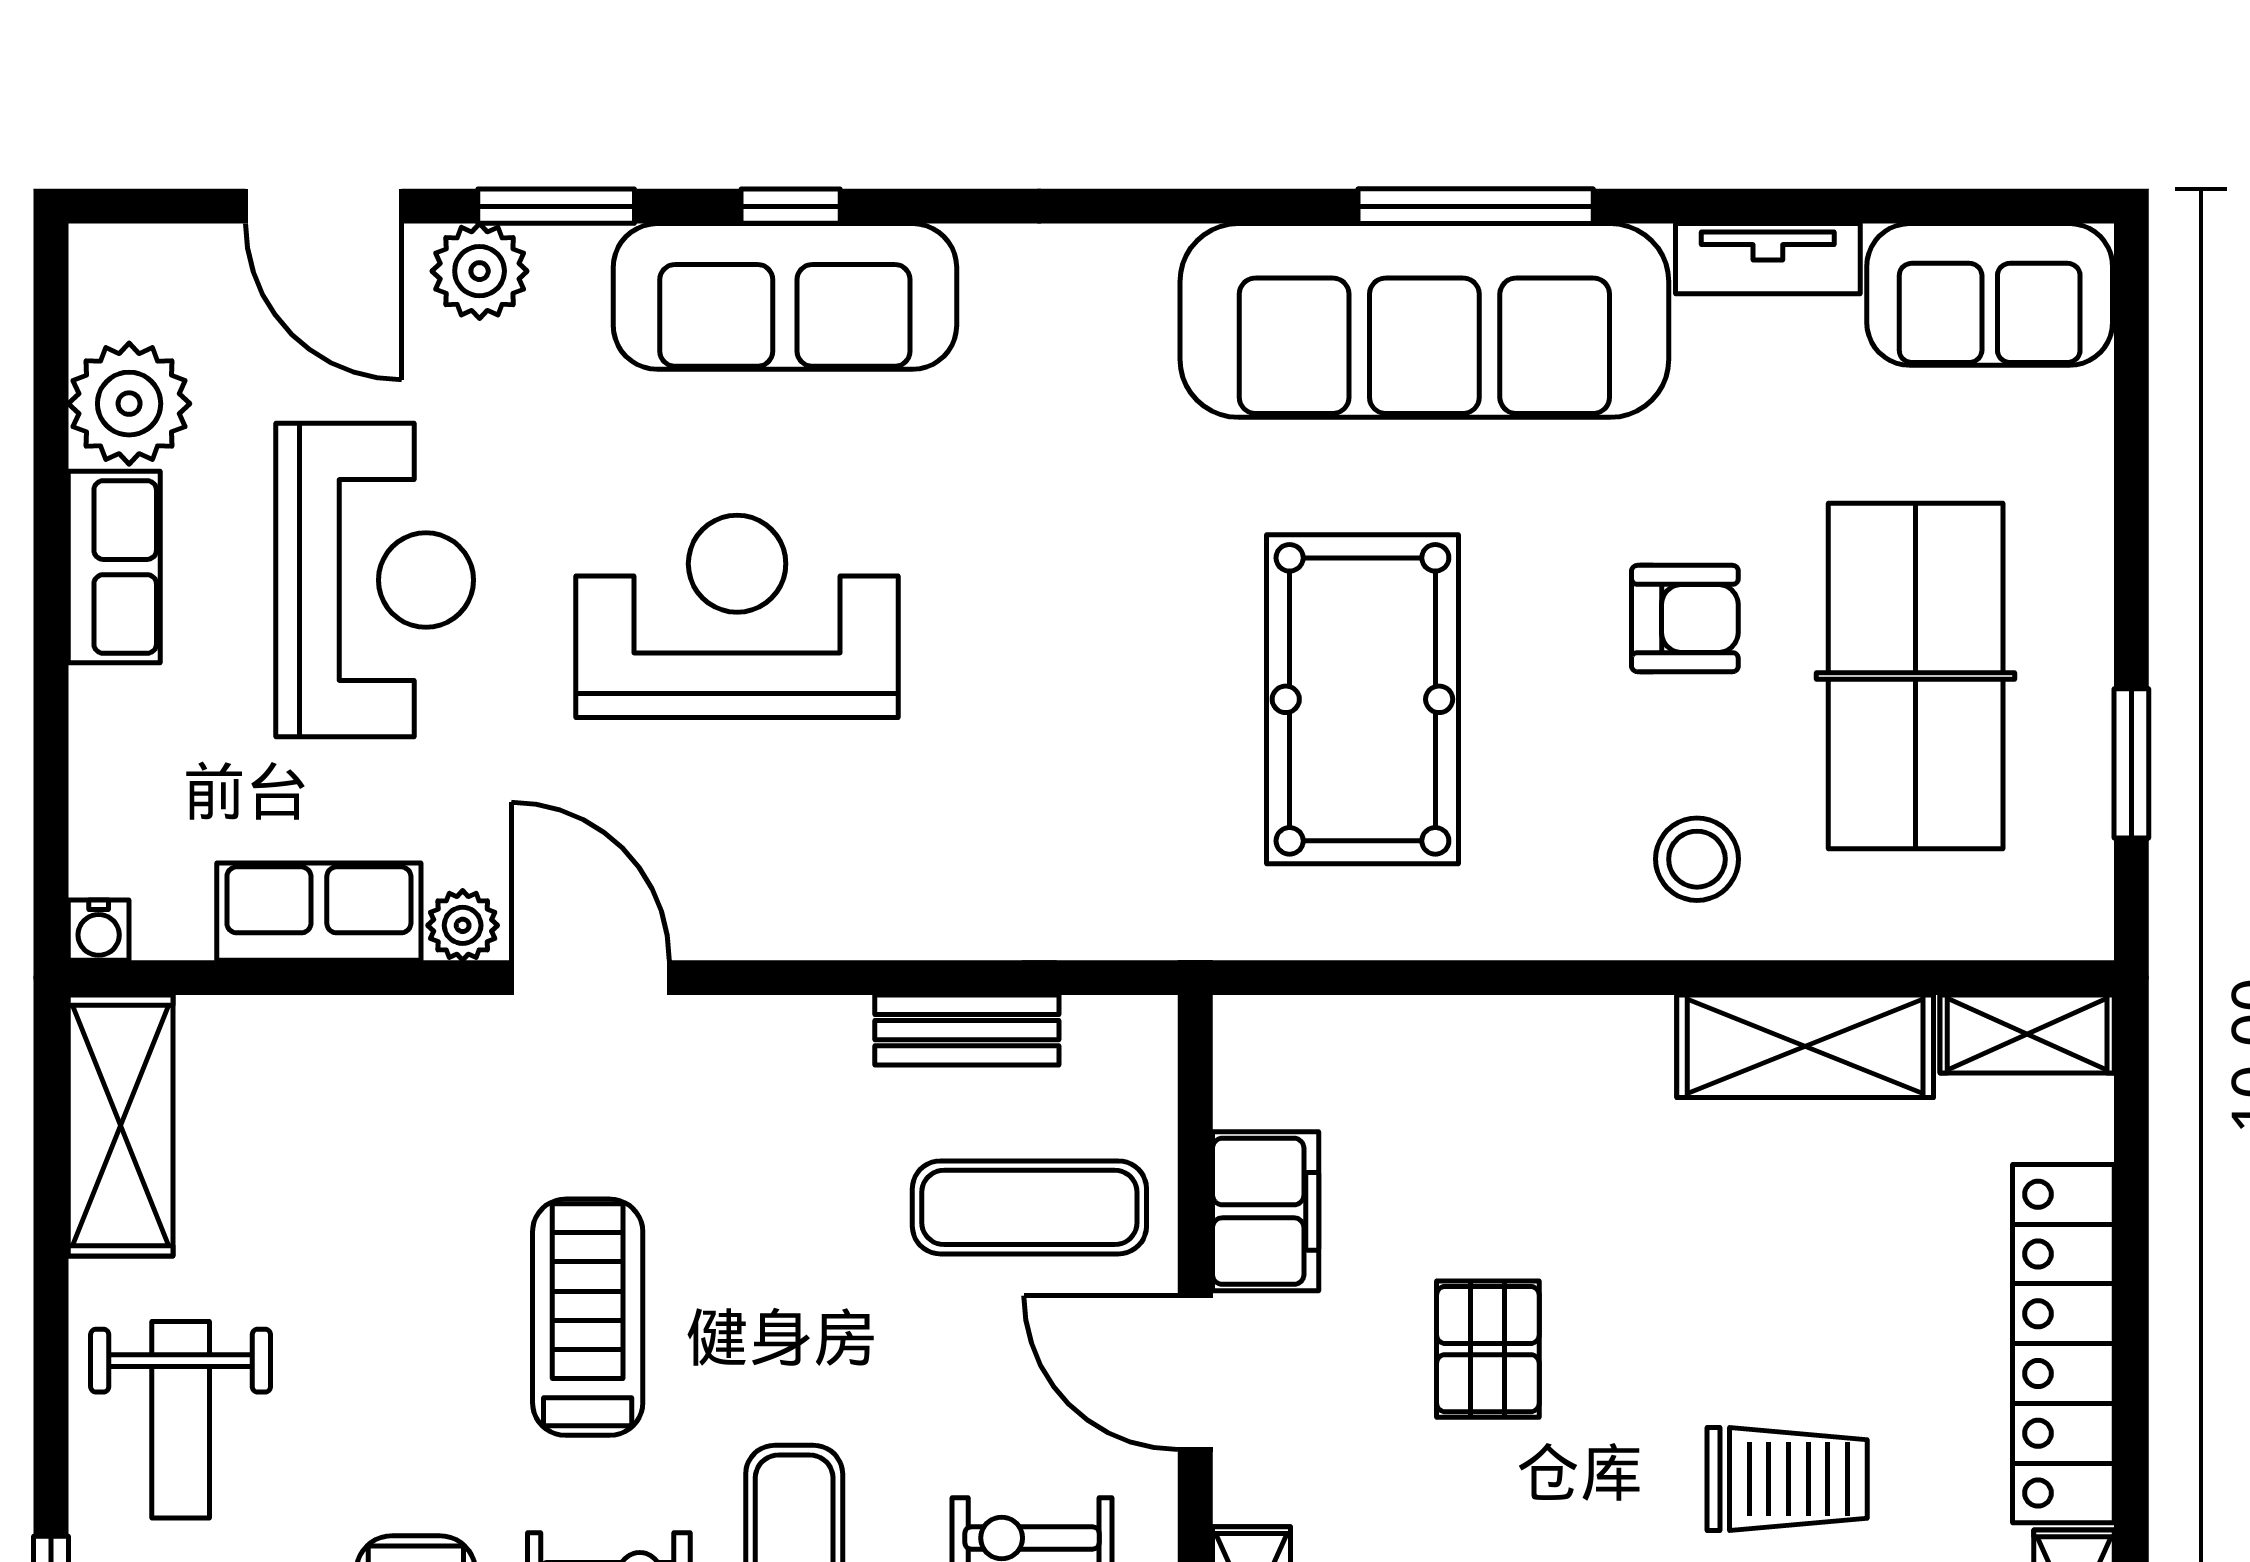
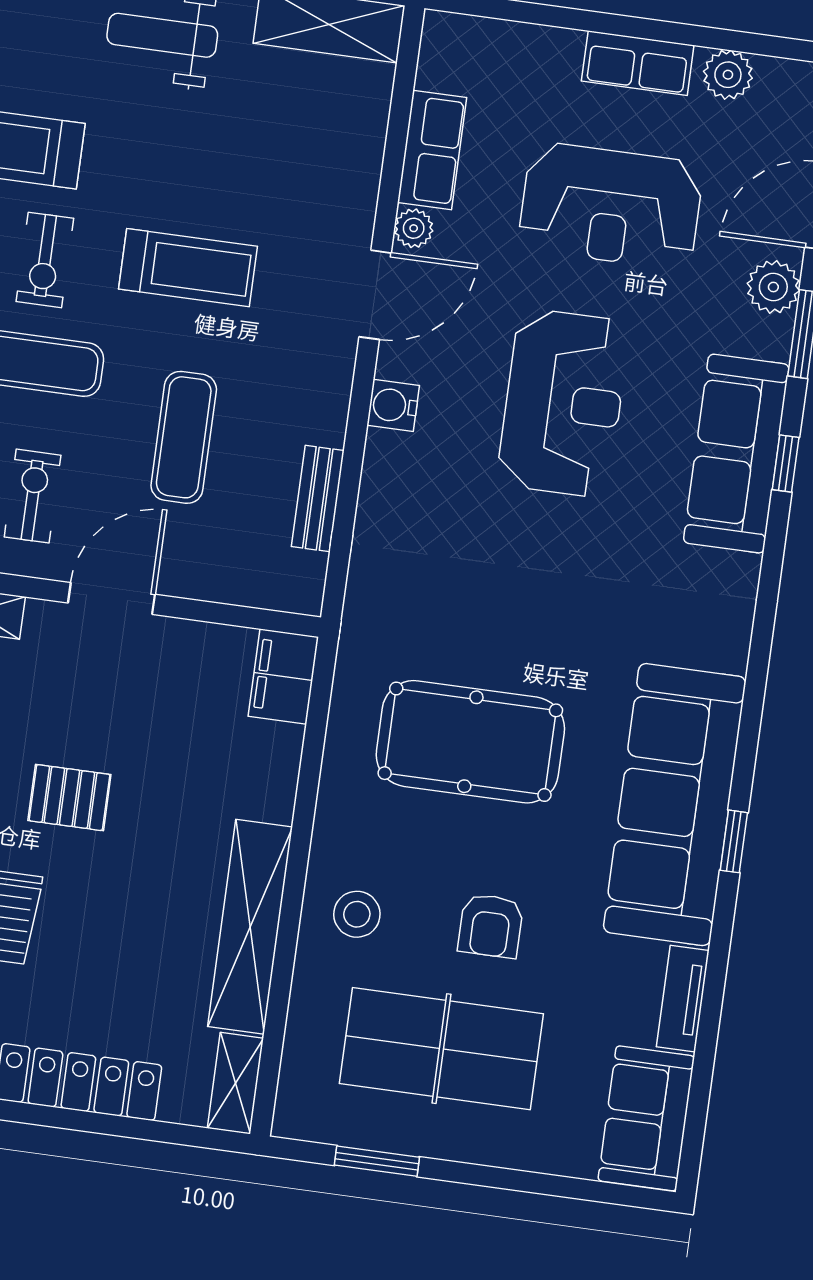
window: (1476, 206) -> (734, 841), width x0.46
plant: (129, 404) -> (728, 75), width x0.73, depth x0.73
water cooler: (99, 930) -> (393, 405), moved, width x1.38, depth x1.38
shelving: (1805, 1046) -> (250, 927), width x1.47
exercise mat: (1029, 1207) -> (184, 437), moved
filing cabinet: (1266, 1211) -> (283, 677), moved, turned 90
pallet: (1488, 1349) -> (69, 798), moved

